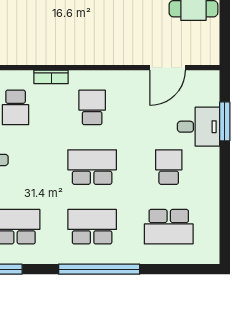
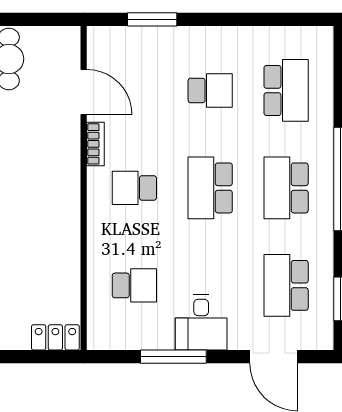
bookcase: (51, 77) -> (95, 144), moved
desk: (199, 127) -> (159, 53), removed
school desk: (169, 167) -> (210, 90), turned 180

